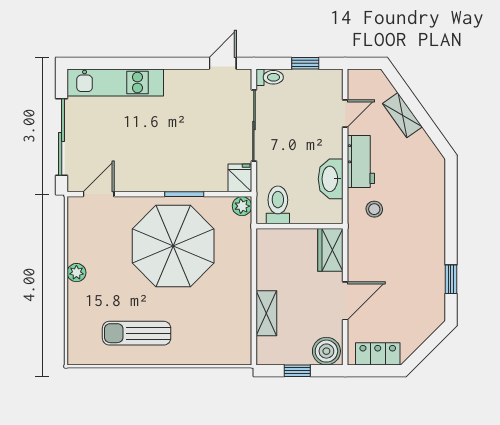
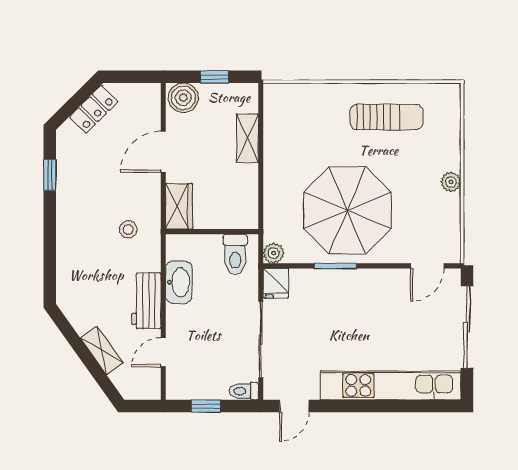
kitchen unit: (115, 83) -> (391, 385), width x1.36
stool: (374, 209) -> (128, 229), moved
locker: (378, 354) -> (94, 109), moved, turned -45

